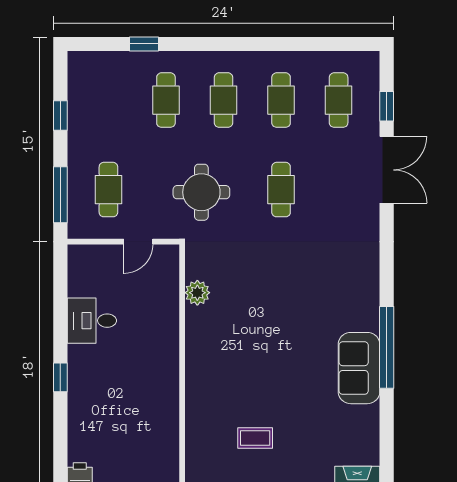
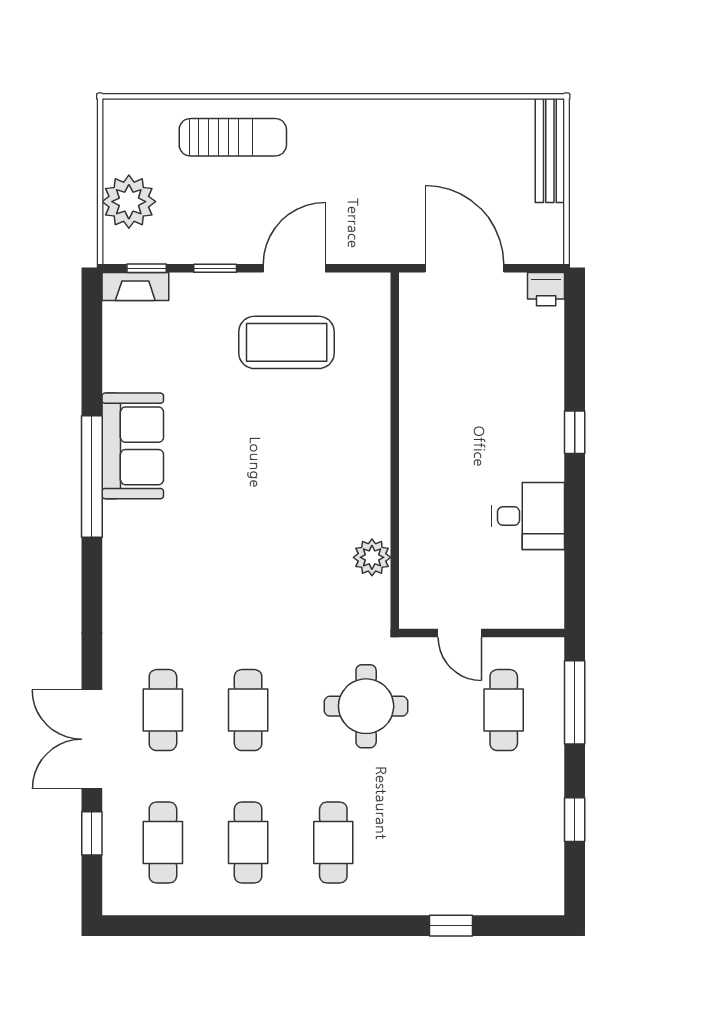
cafe table: (166, 100) -> (163, 710), moved
door: (138, 242) -> (460, 633), swing flipped
coffee table: (255, 438) -> (287, 342), width x1.86, depth x1.72

